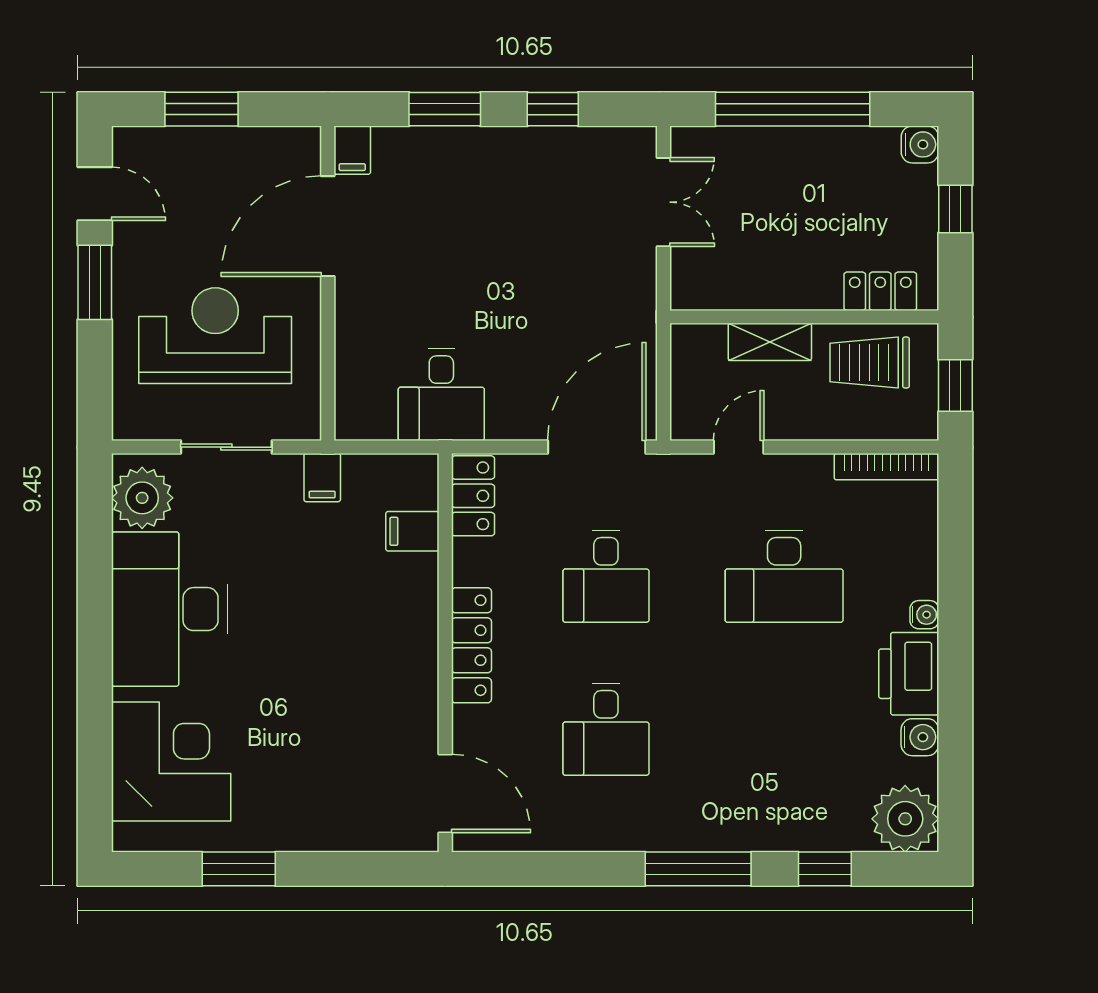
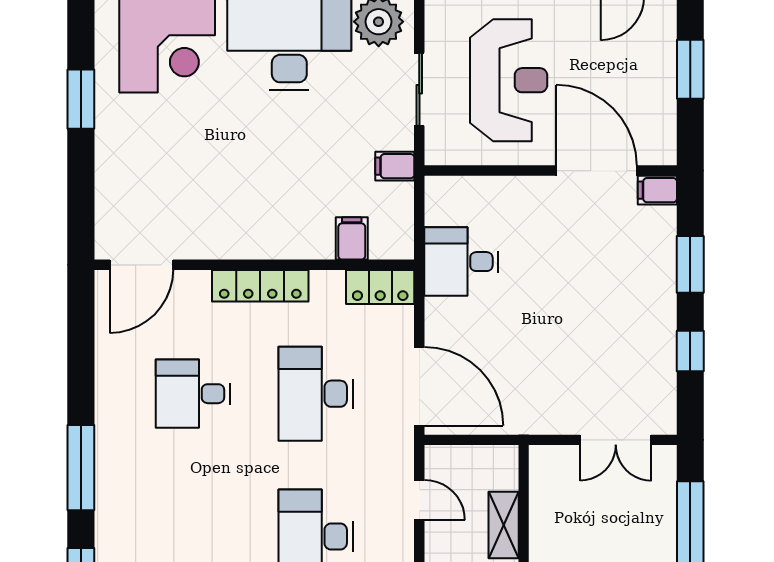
desk: (606, 576) -> (316, 394), width x1.37

